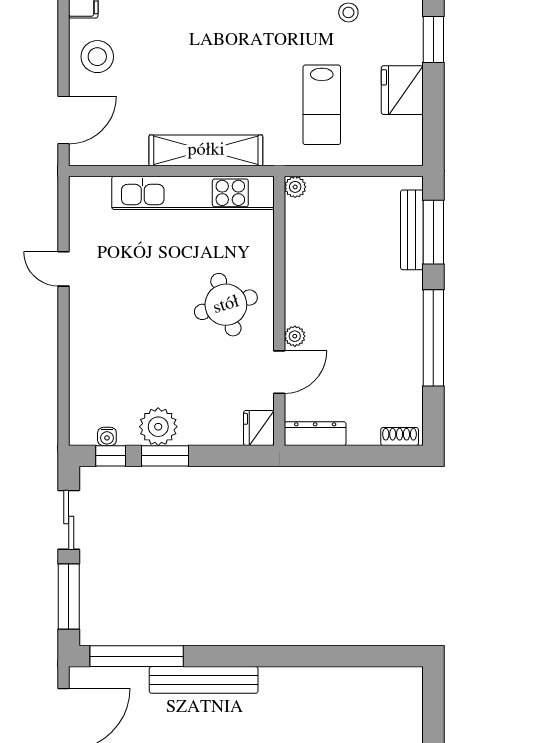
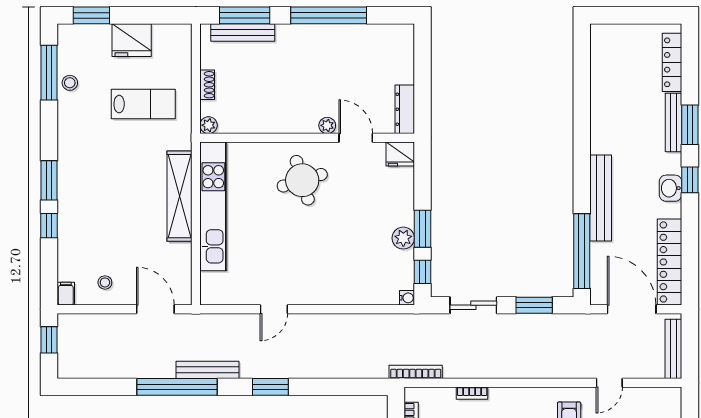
stool: (97, 57) -> (105, 282), width x0.53, depth x0.53
plant: (158, 427) -> (403, 238), width x0.73, depth x0.73
water cooler: (107, 436) -> (407, 298), moved
shoe rack: (400, 437) -> (207, 85), moved, turned 180
window: (69, 596) -> (534, 305), width x0.69

